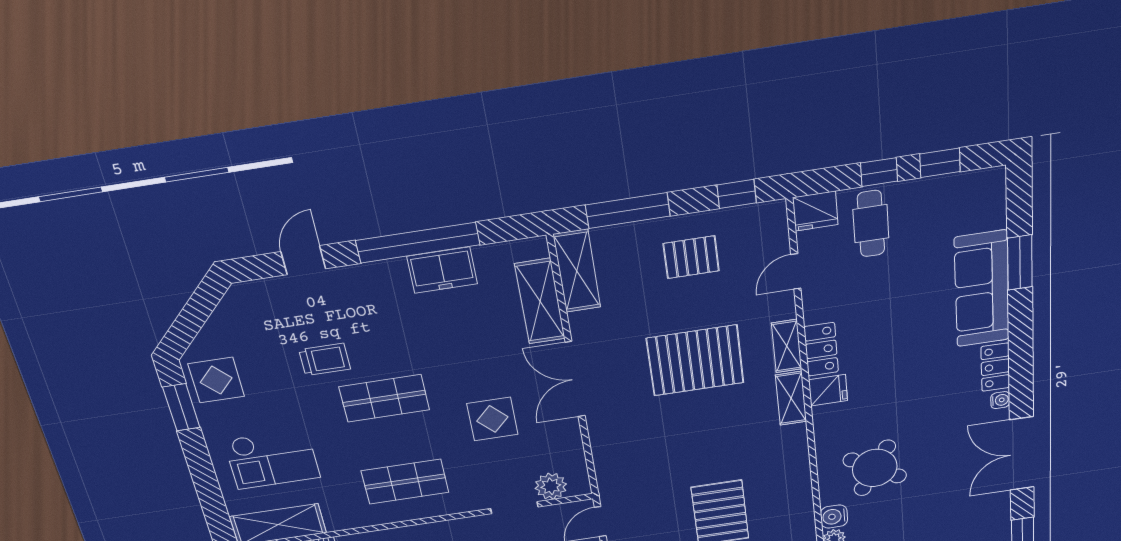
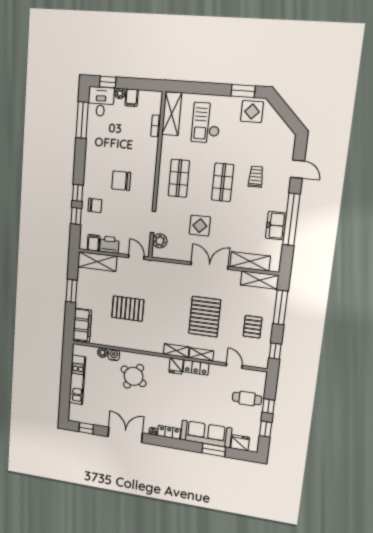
fridge: (815, 211) -> (240, 443), moved, turned 90
trolley: (325, 359) -> (256, 177), moved, turned 180

